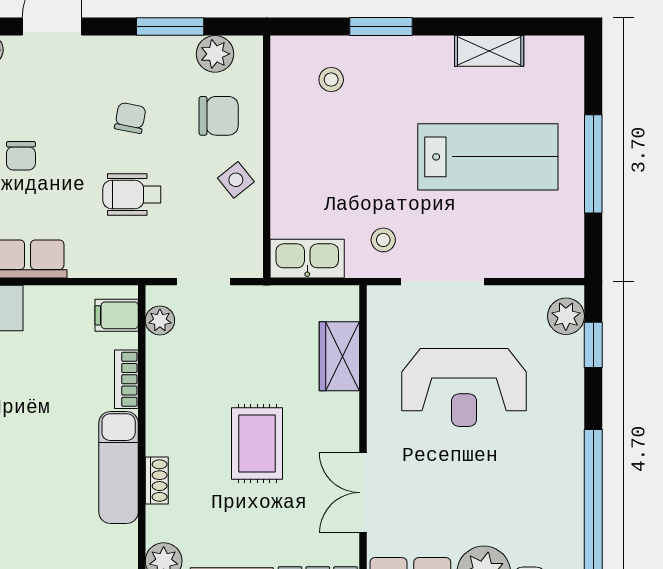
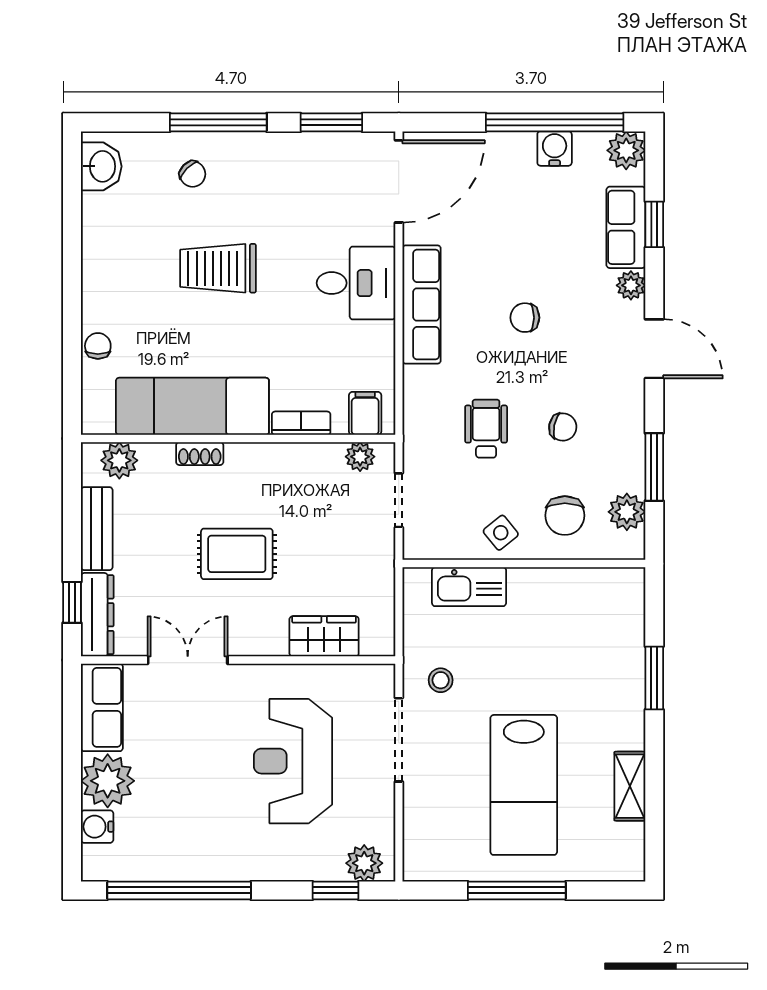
stool: (331, 80) -> (601, 628), removed
kitchen sink: (307, 259) -> (469, 587), moved, turned 90
exam couch: (119, 467) -> (192, 406), width x1.36, depth x1.45

